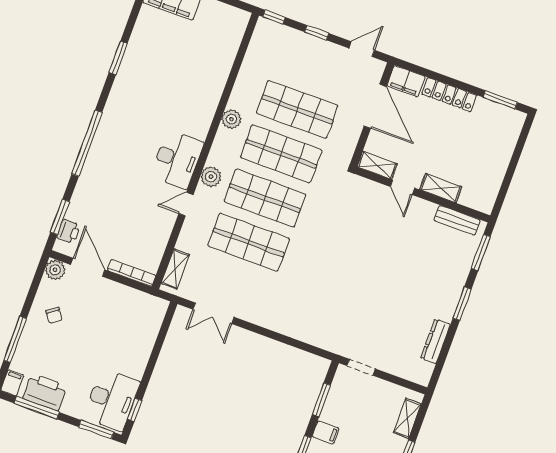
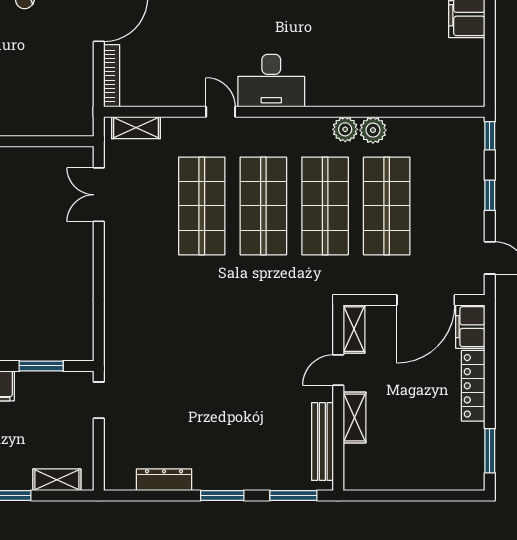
plant: (211, 177) -> (373, 130), moved
bench: (457, 220) -> (322, 442), width x1.36

